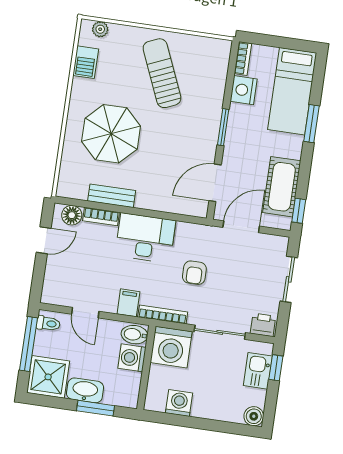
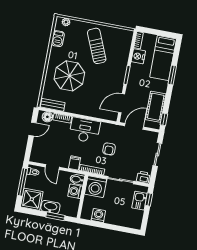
bench: (112, 196) -> (53, 105), moved
boiler: (254, 416) -> (136, 224), removed

